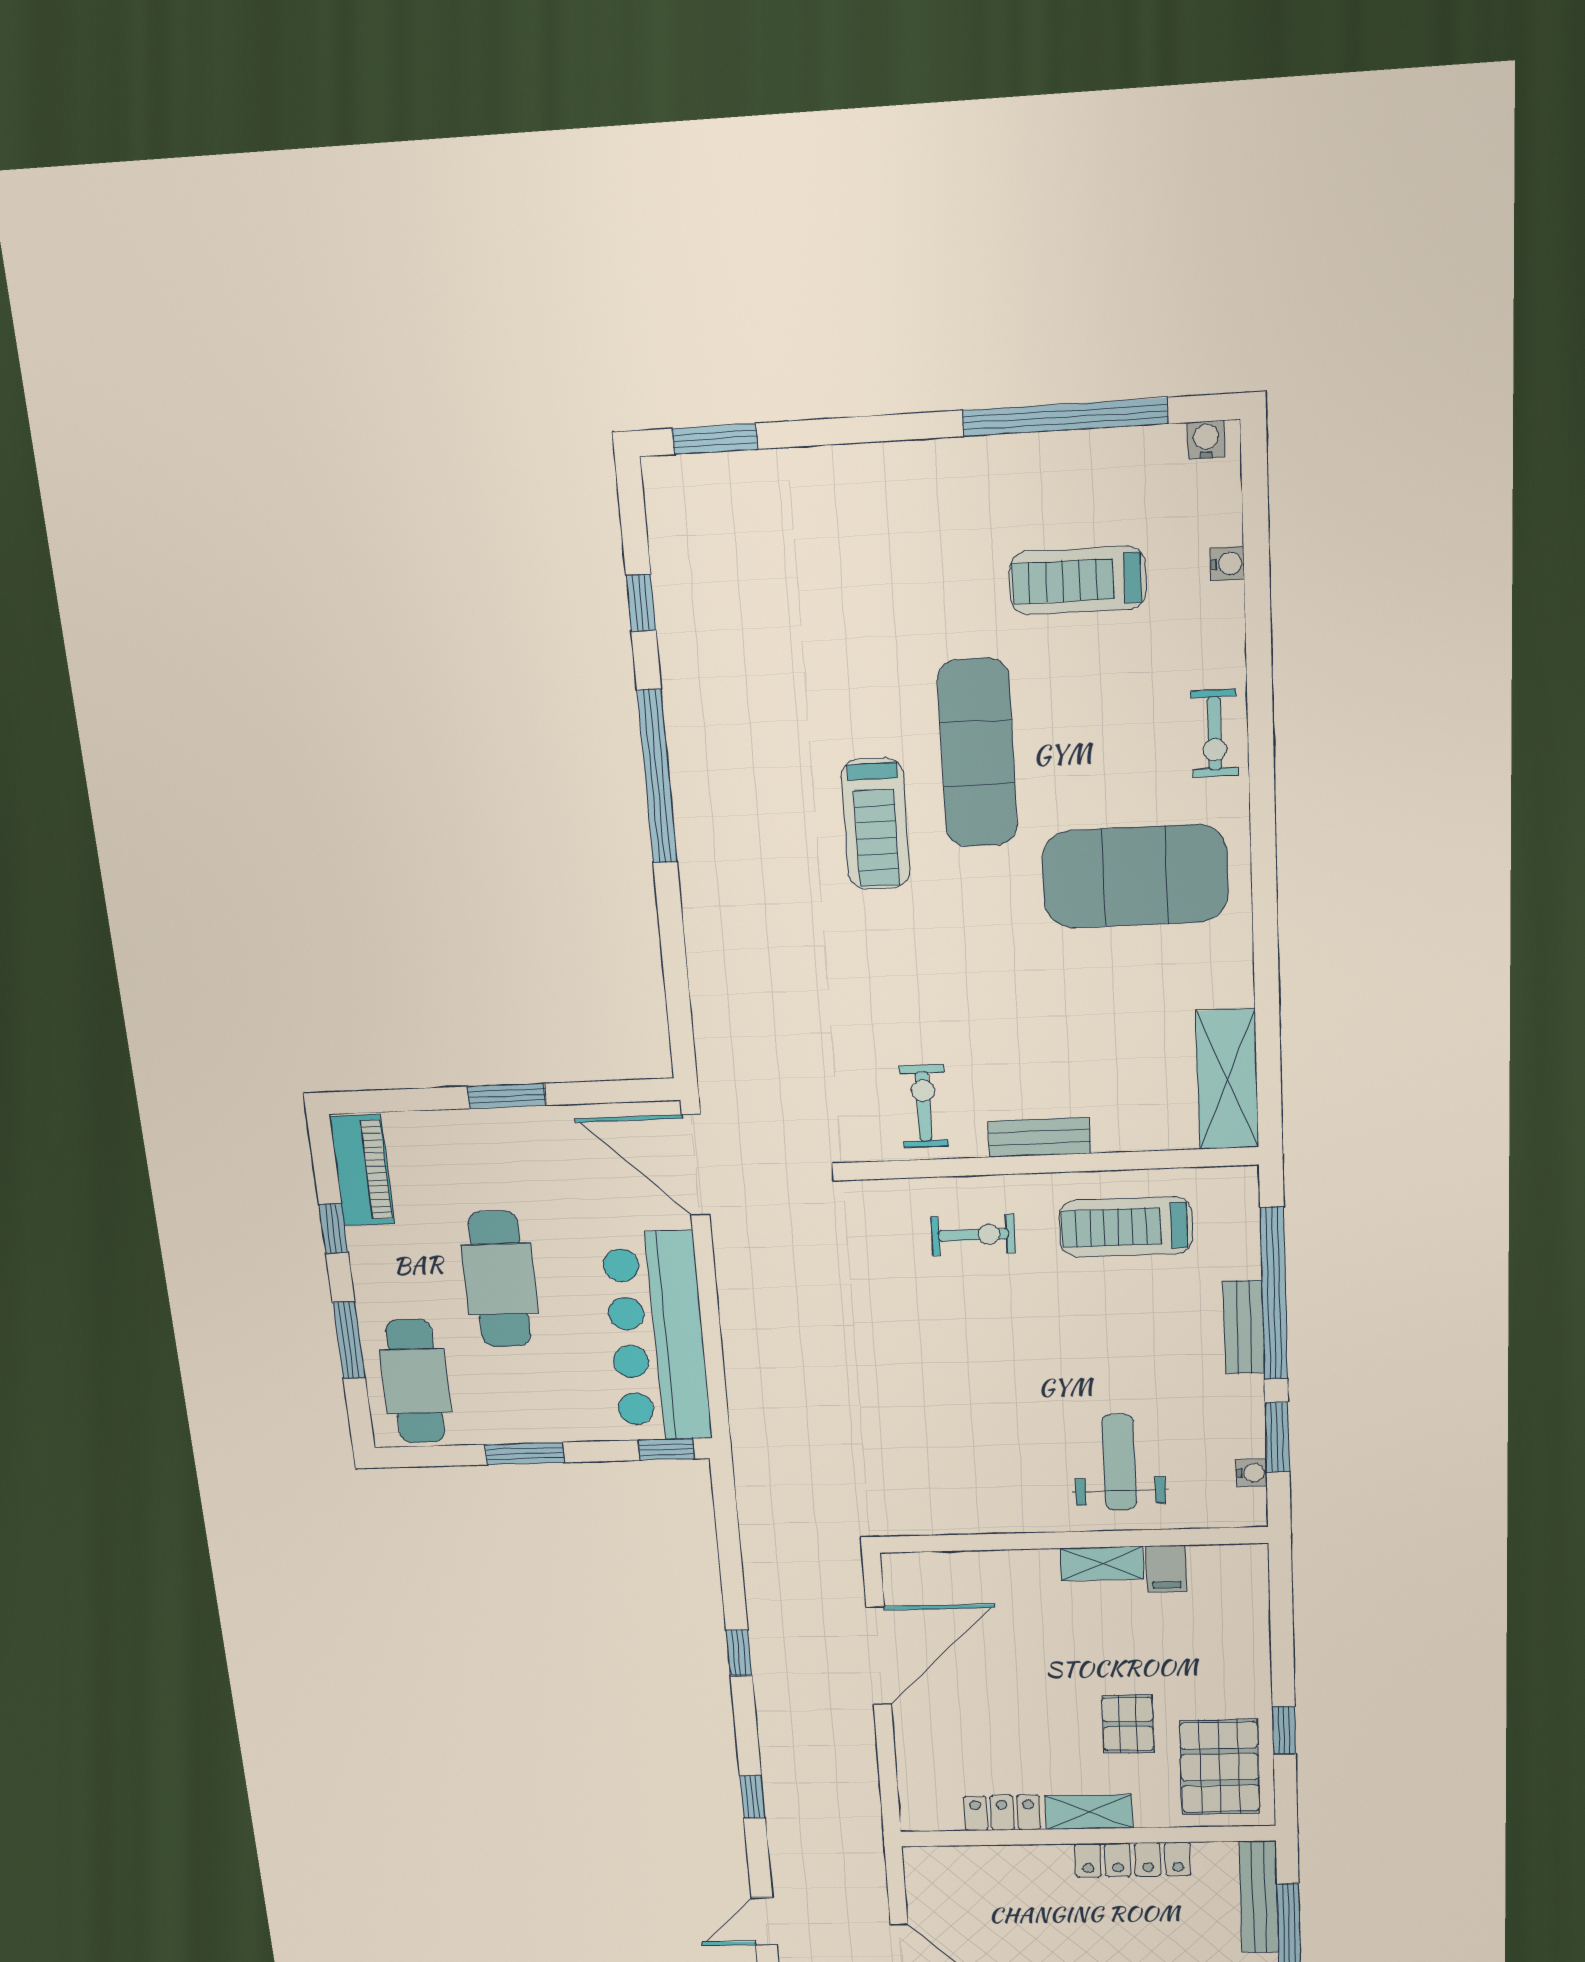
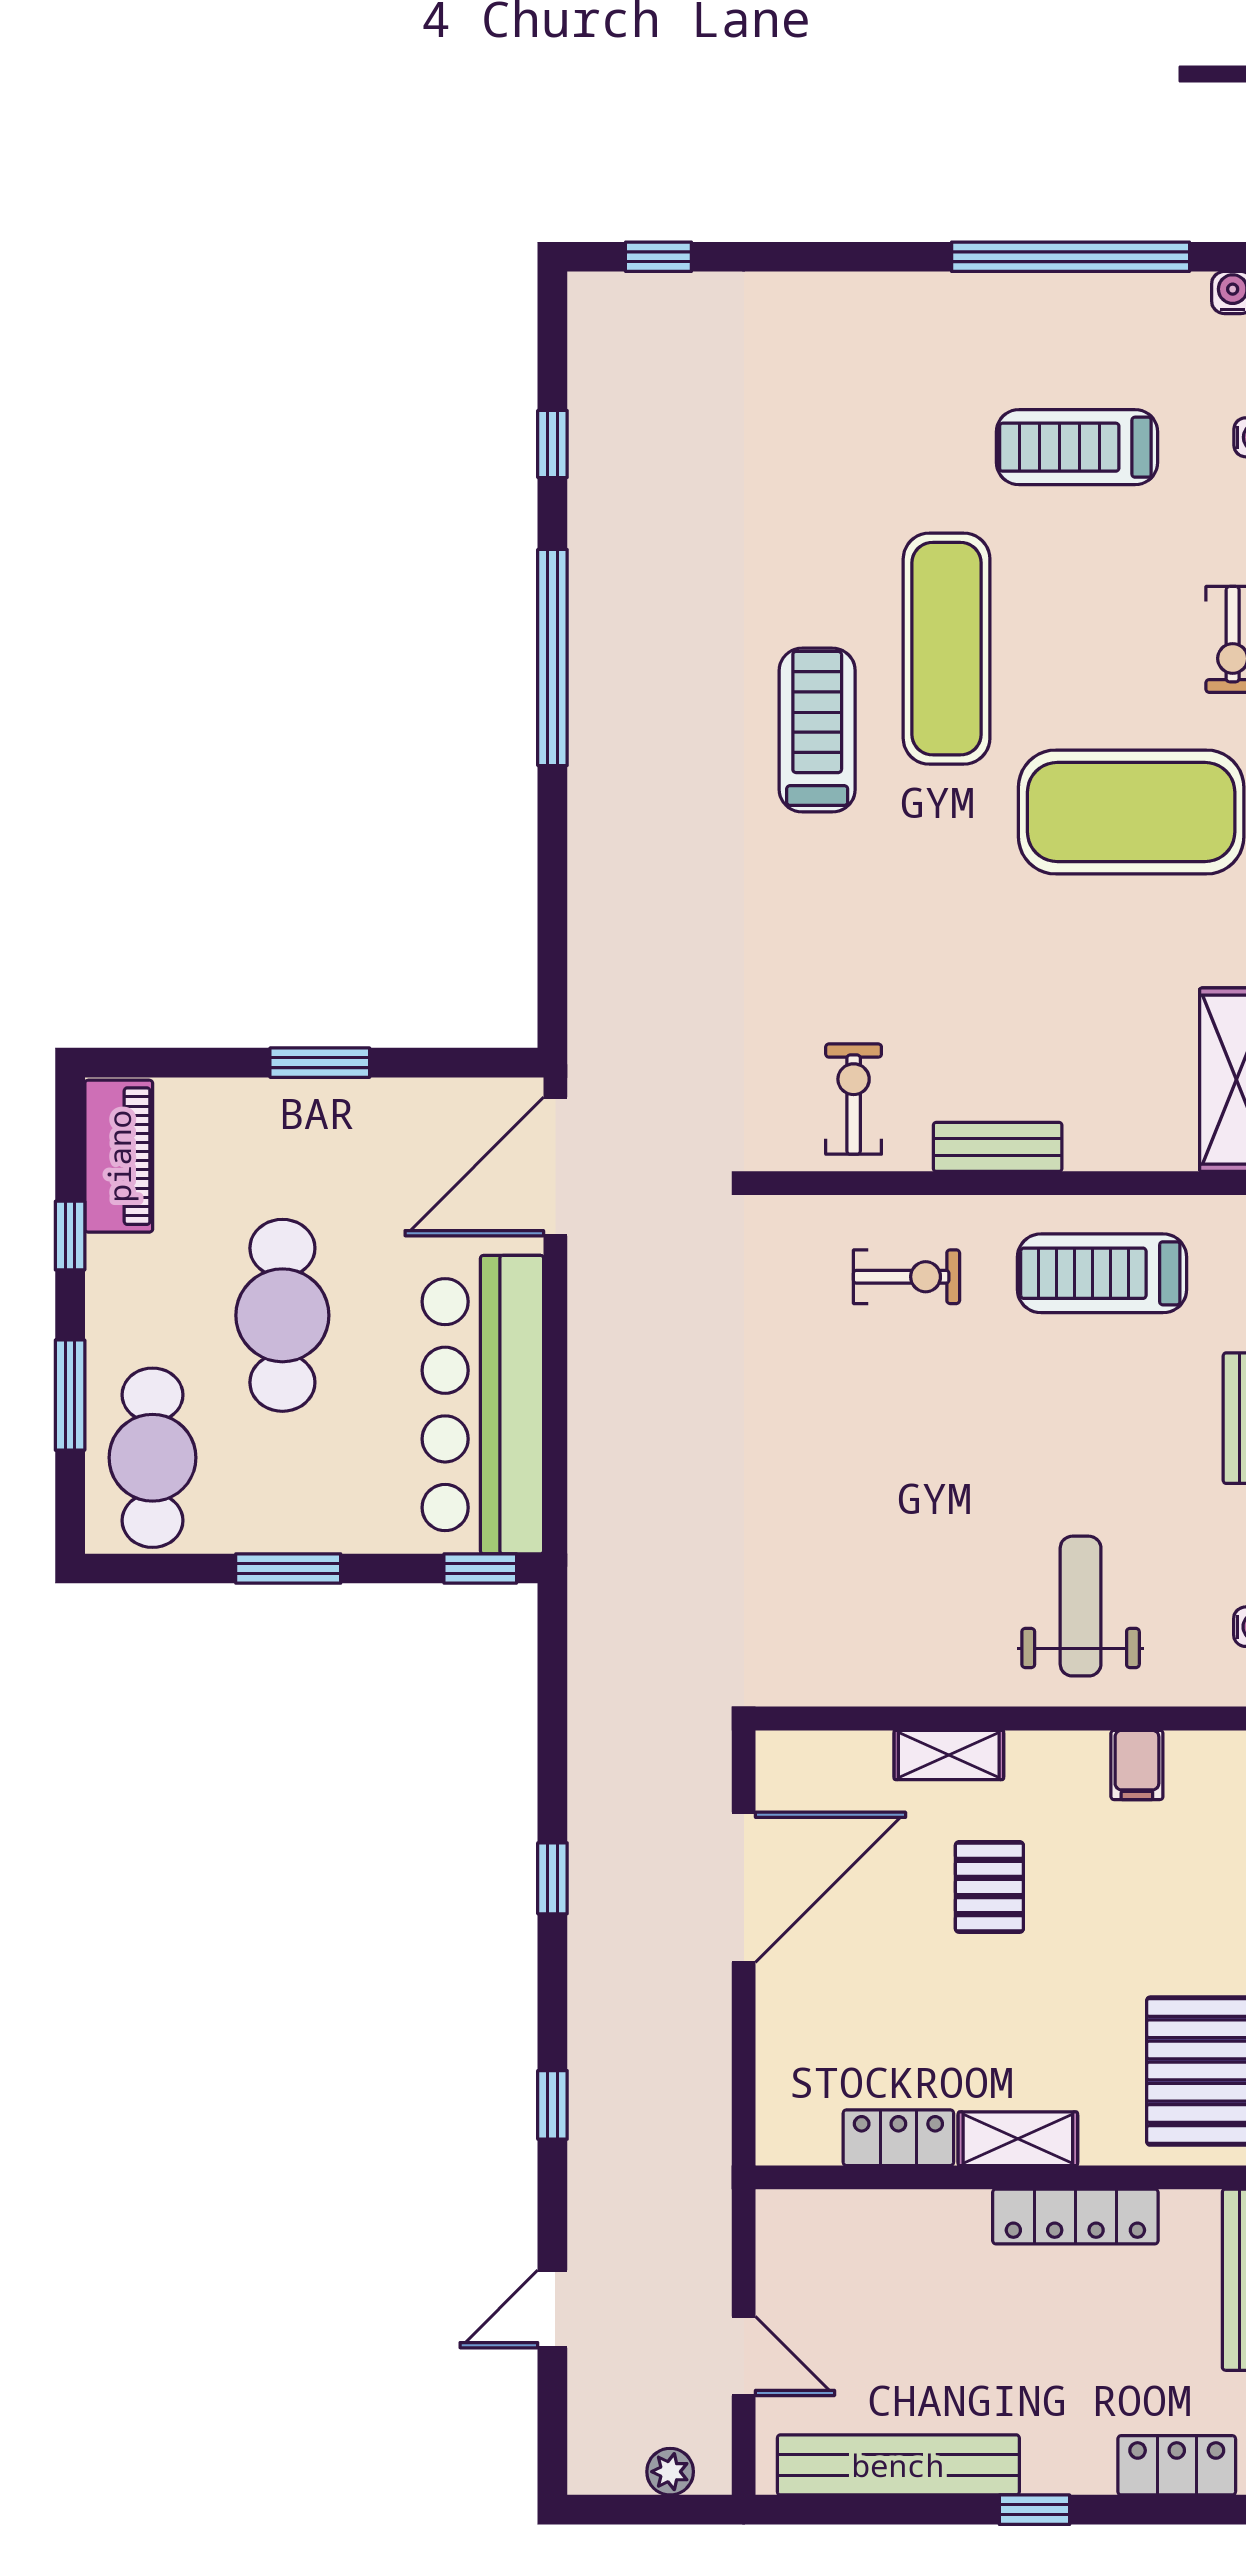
window: (715, 439) -> (658, 257), width x0.67
treadmill: (876, 824) -> (817, 730), turned 180
door: (696, 1165) -> (555, 1167), hinge flipped
shelving: (1102, 1563) -> (949, 1755), moved
pallet: (1128, 1724) -> (989, 1887), moved

